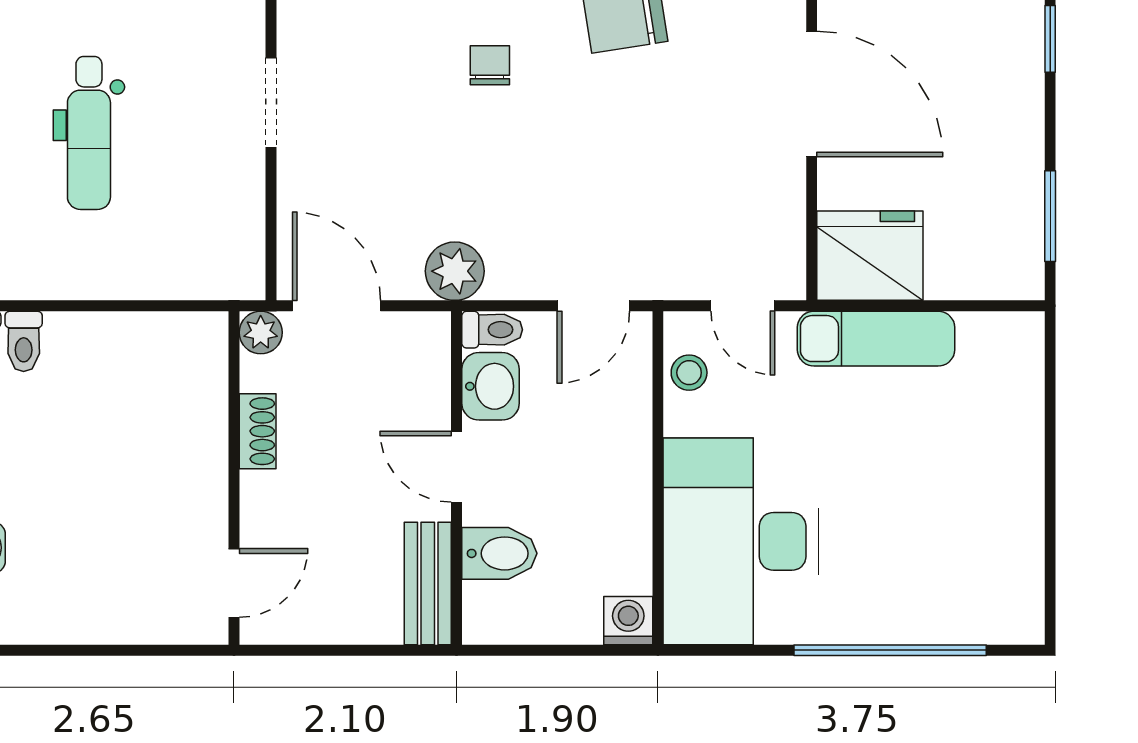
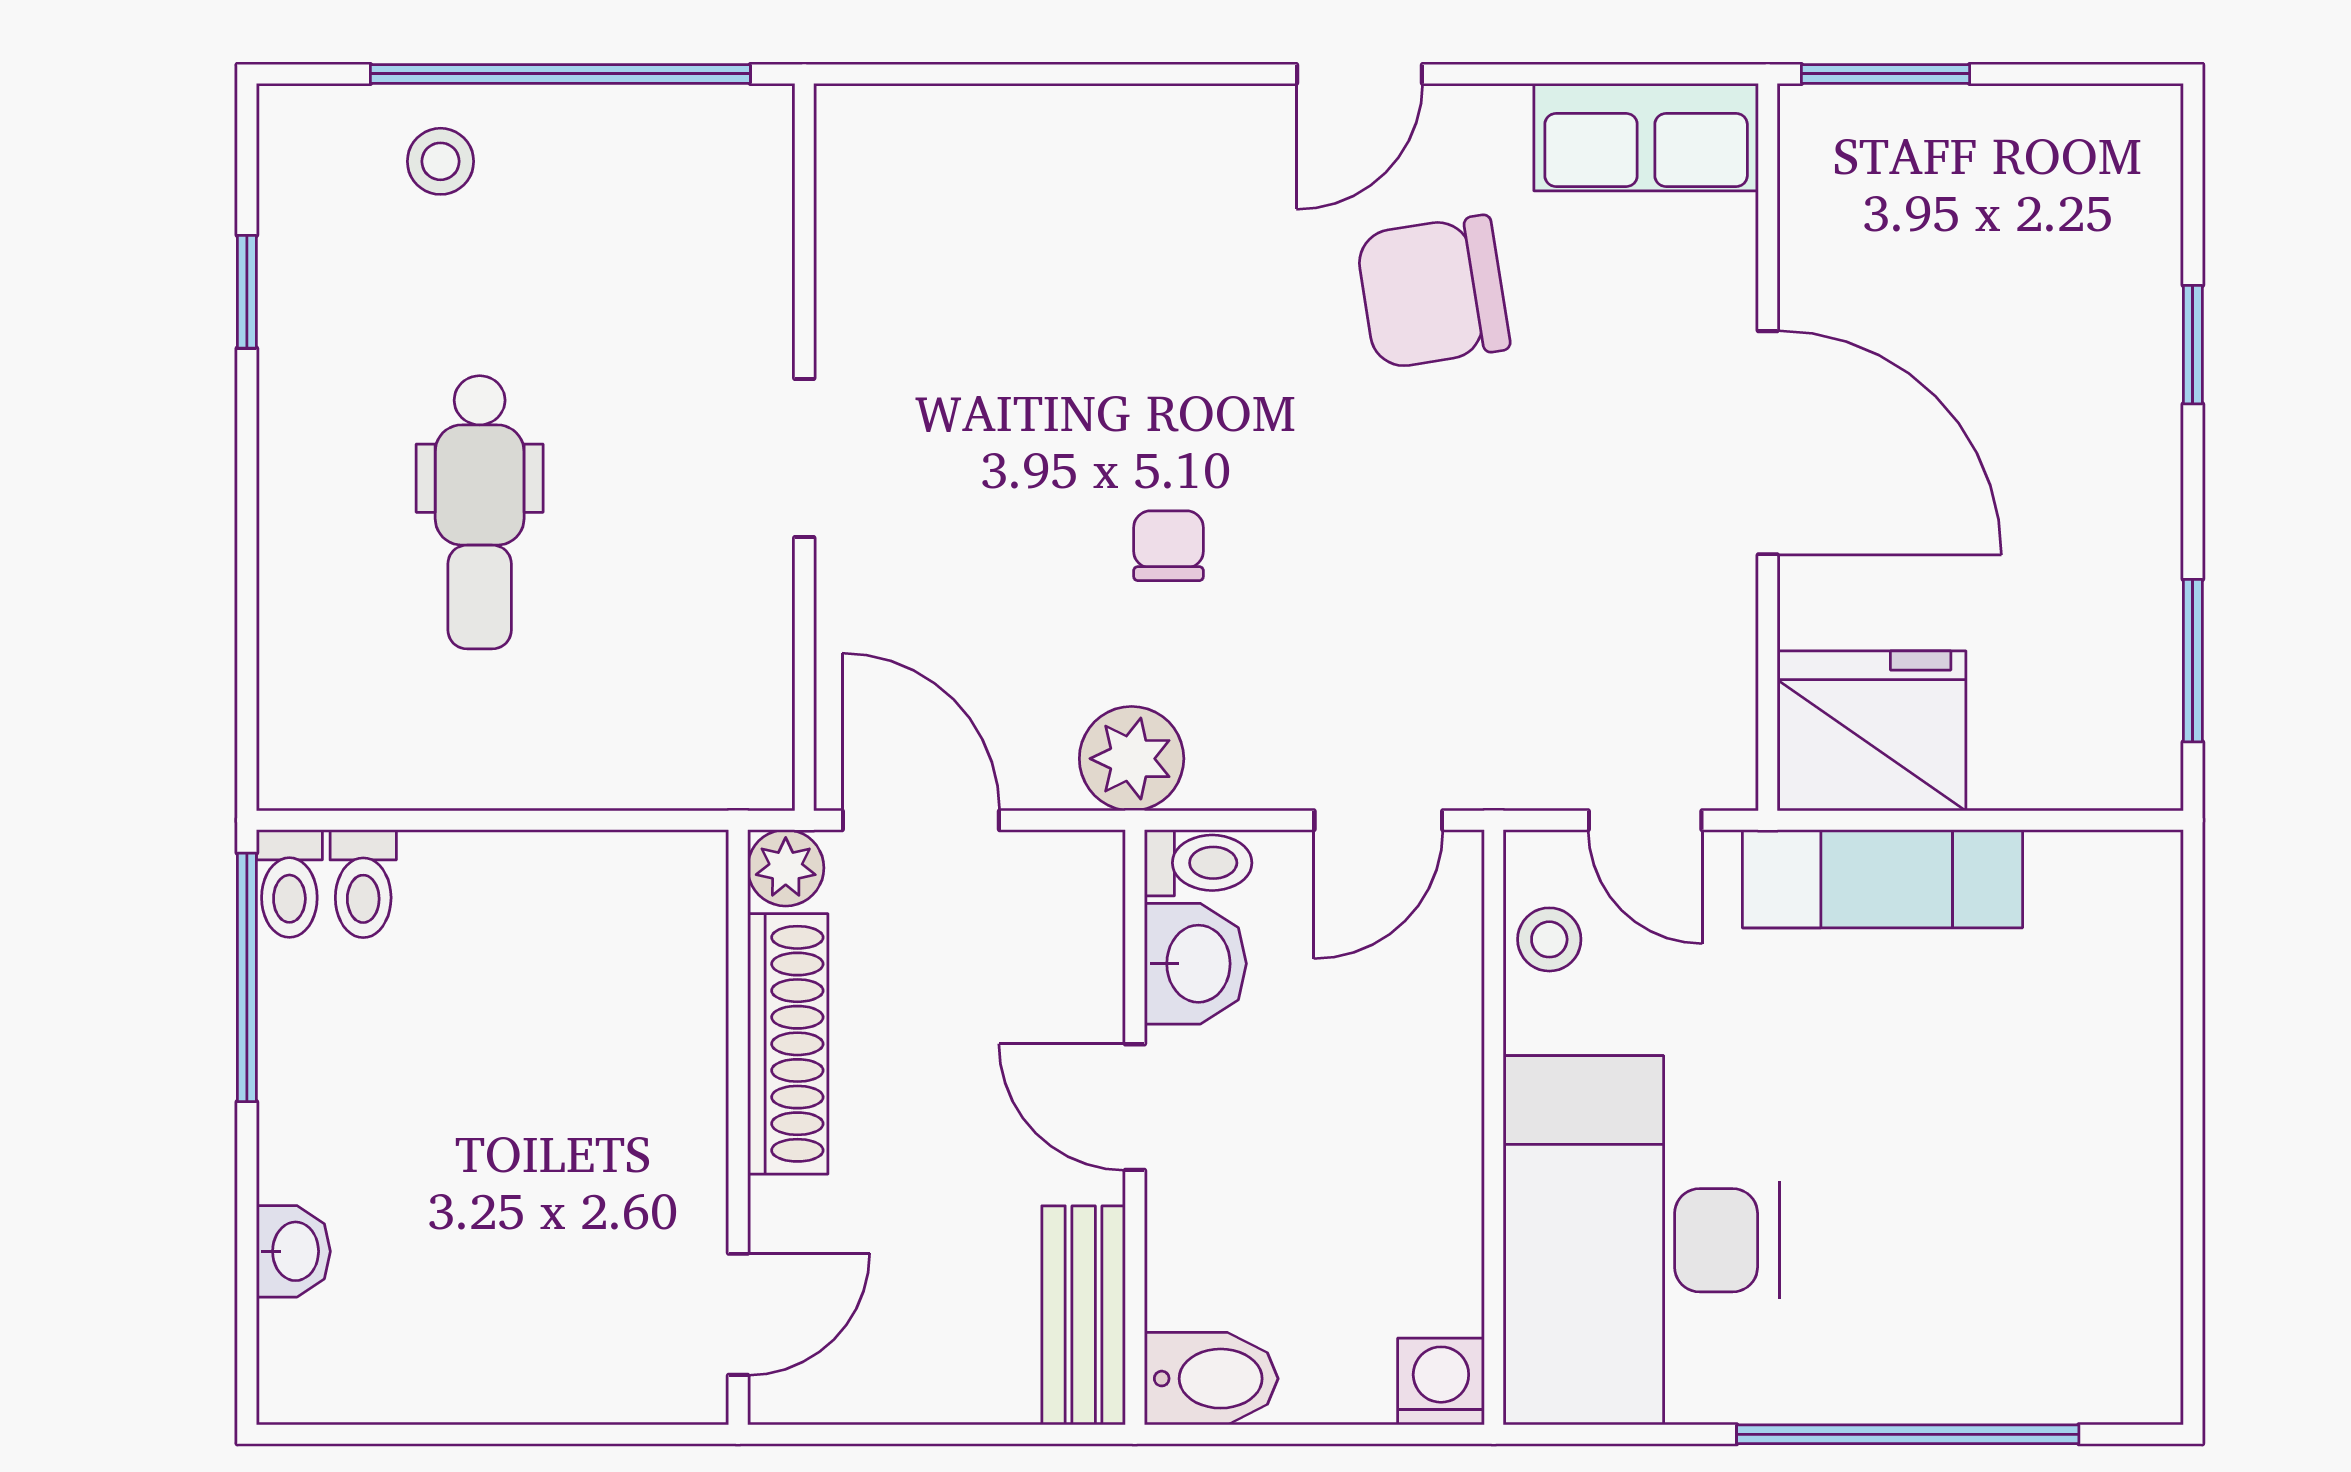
chair: (490, 65) -> (1169, 546), moved
shoe rack: (258, 431) -> (788, 1044), width x1.94, depth x1.24
bidet: (499, 553) -> (1211, 1379), moved

